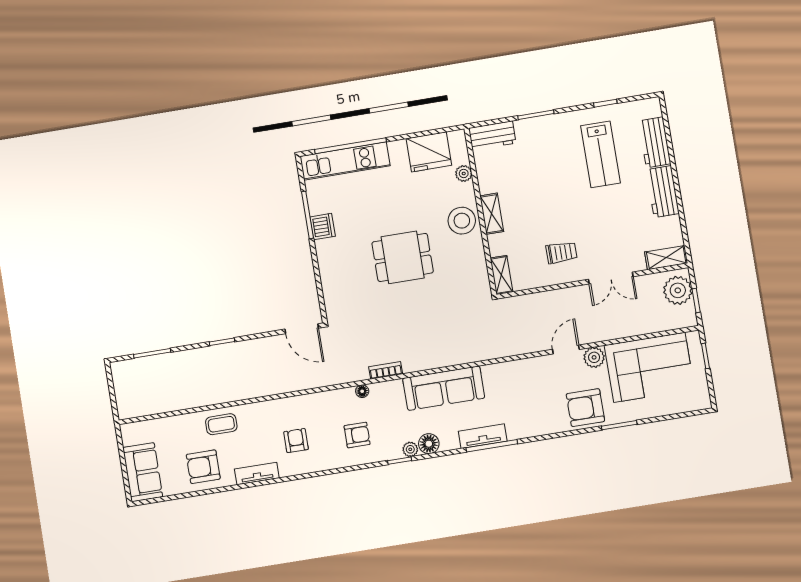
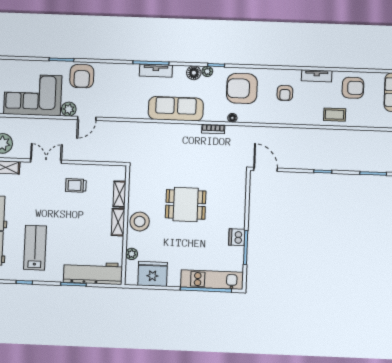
workbench: (492, 136) -> (93, 273), width x1.88, depth x1.32
shelving: (501, 275) -> (120, 194), moved
armchair: (585, 408) -> (82, 76), turned 90
armchair: (357, 435) -> (242, 88), width x1.88, depth x1.88

